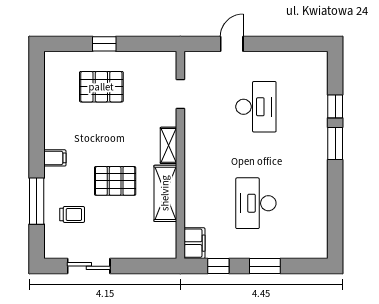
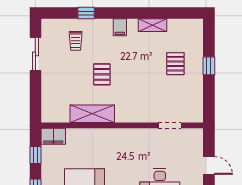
pallet: (101, 87) -> (175, 64), width x0.67, depth x0.71
shelving: (169, 145) -> (152, 25), moved
pallet: (115, 181) -> (102, 74), width x0.67, depth x0.71
window: (37, 201) -> (86, 13), width x0.46

